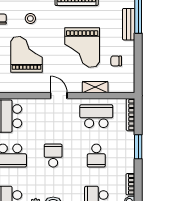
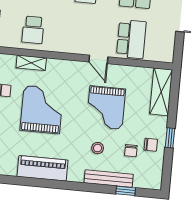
door: (59, 96) -> (98, 59), moved
school desk: (96, 116) -> (33, 30), width x0.54

